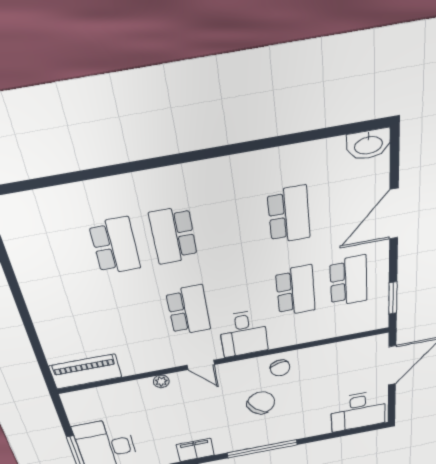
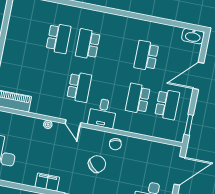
school desk: (289, 215) -> (146, 56), turned 180
school desk: (296, 291) -> (138, 99), turned 180

